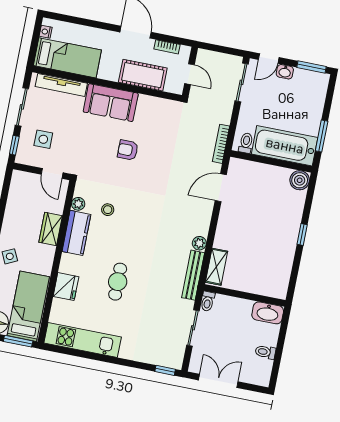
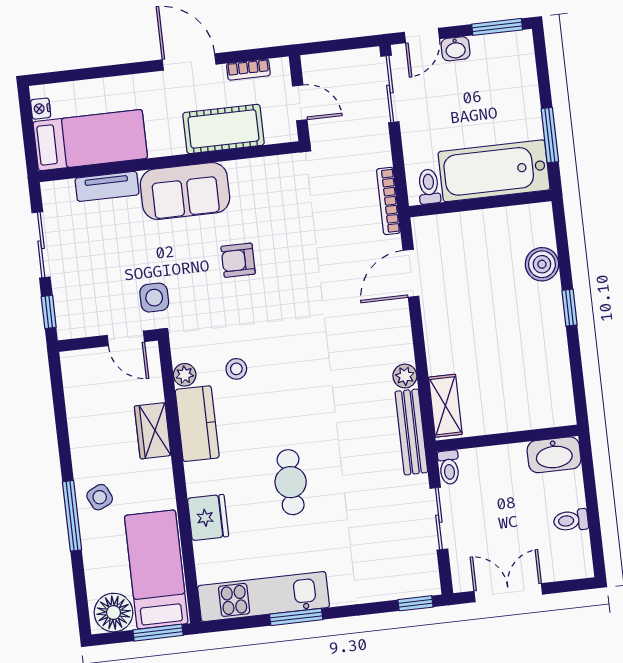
tv unit: (61, 85) -> (107, 186), width x0.71
side table: (43, 139) -> (154, 298), moved
boiler: (300, 180) -> (542, 264), moved
window: (97, 357) -> (296, 617), added

